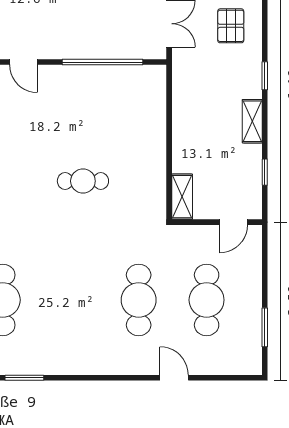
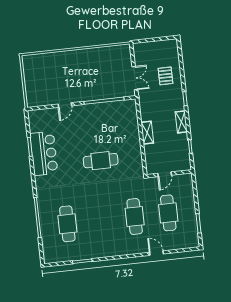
door: (23, 62) -> (65, 105), hinge flipped
cafe table: (83, 181) -> (101, 161), width x1.37, depth x1.35
shelving: (182, 197) -> (147, 133), moved
door: (233, 222) -> (165, 174), moved

